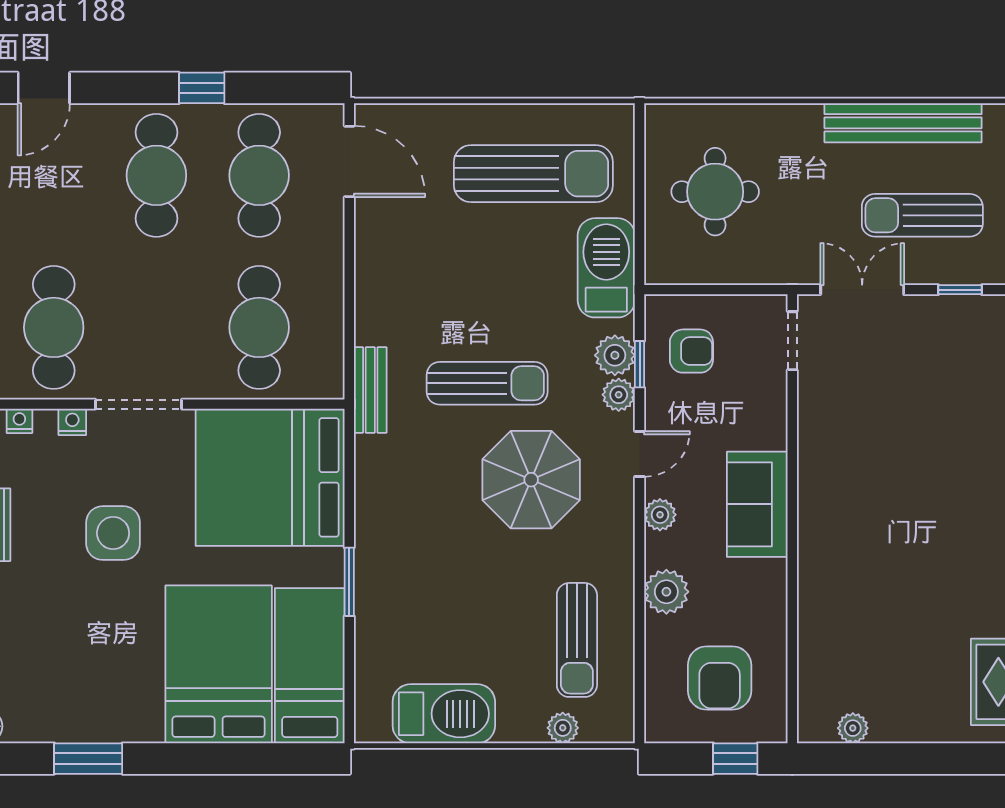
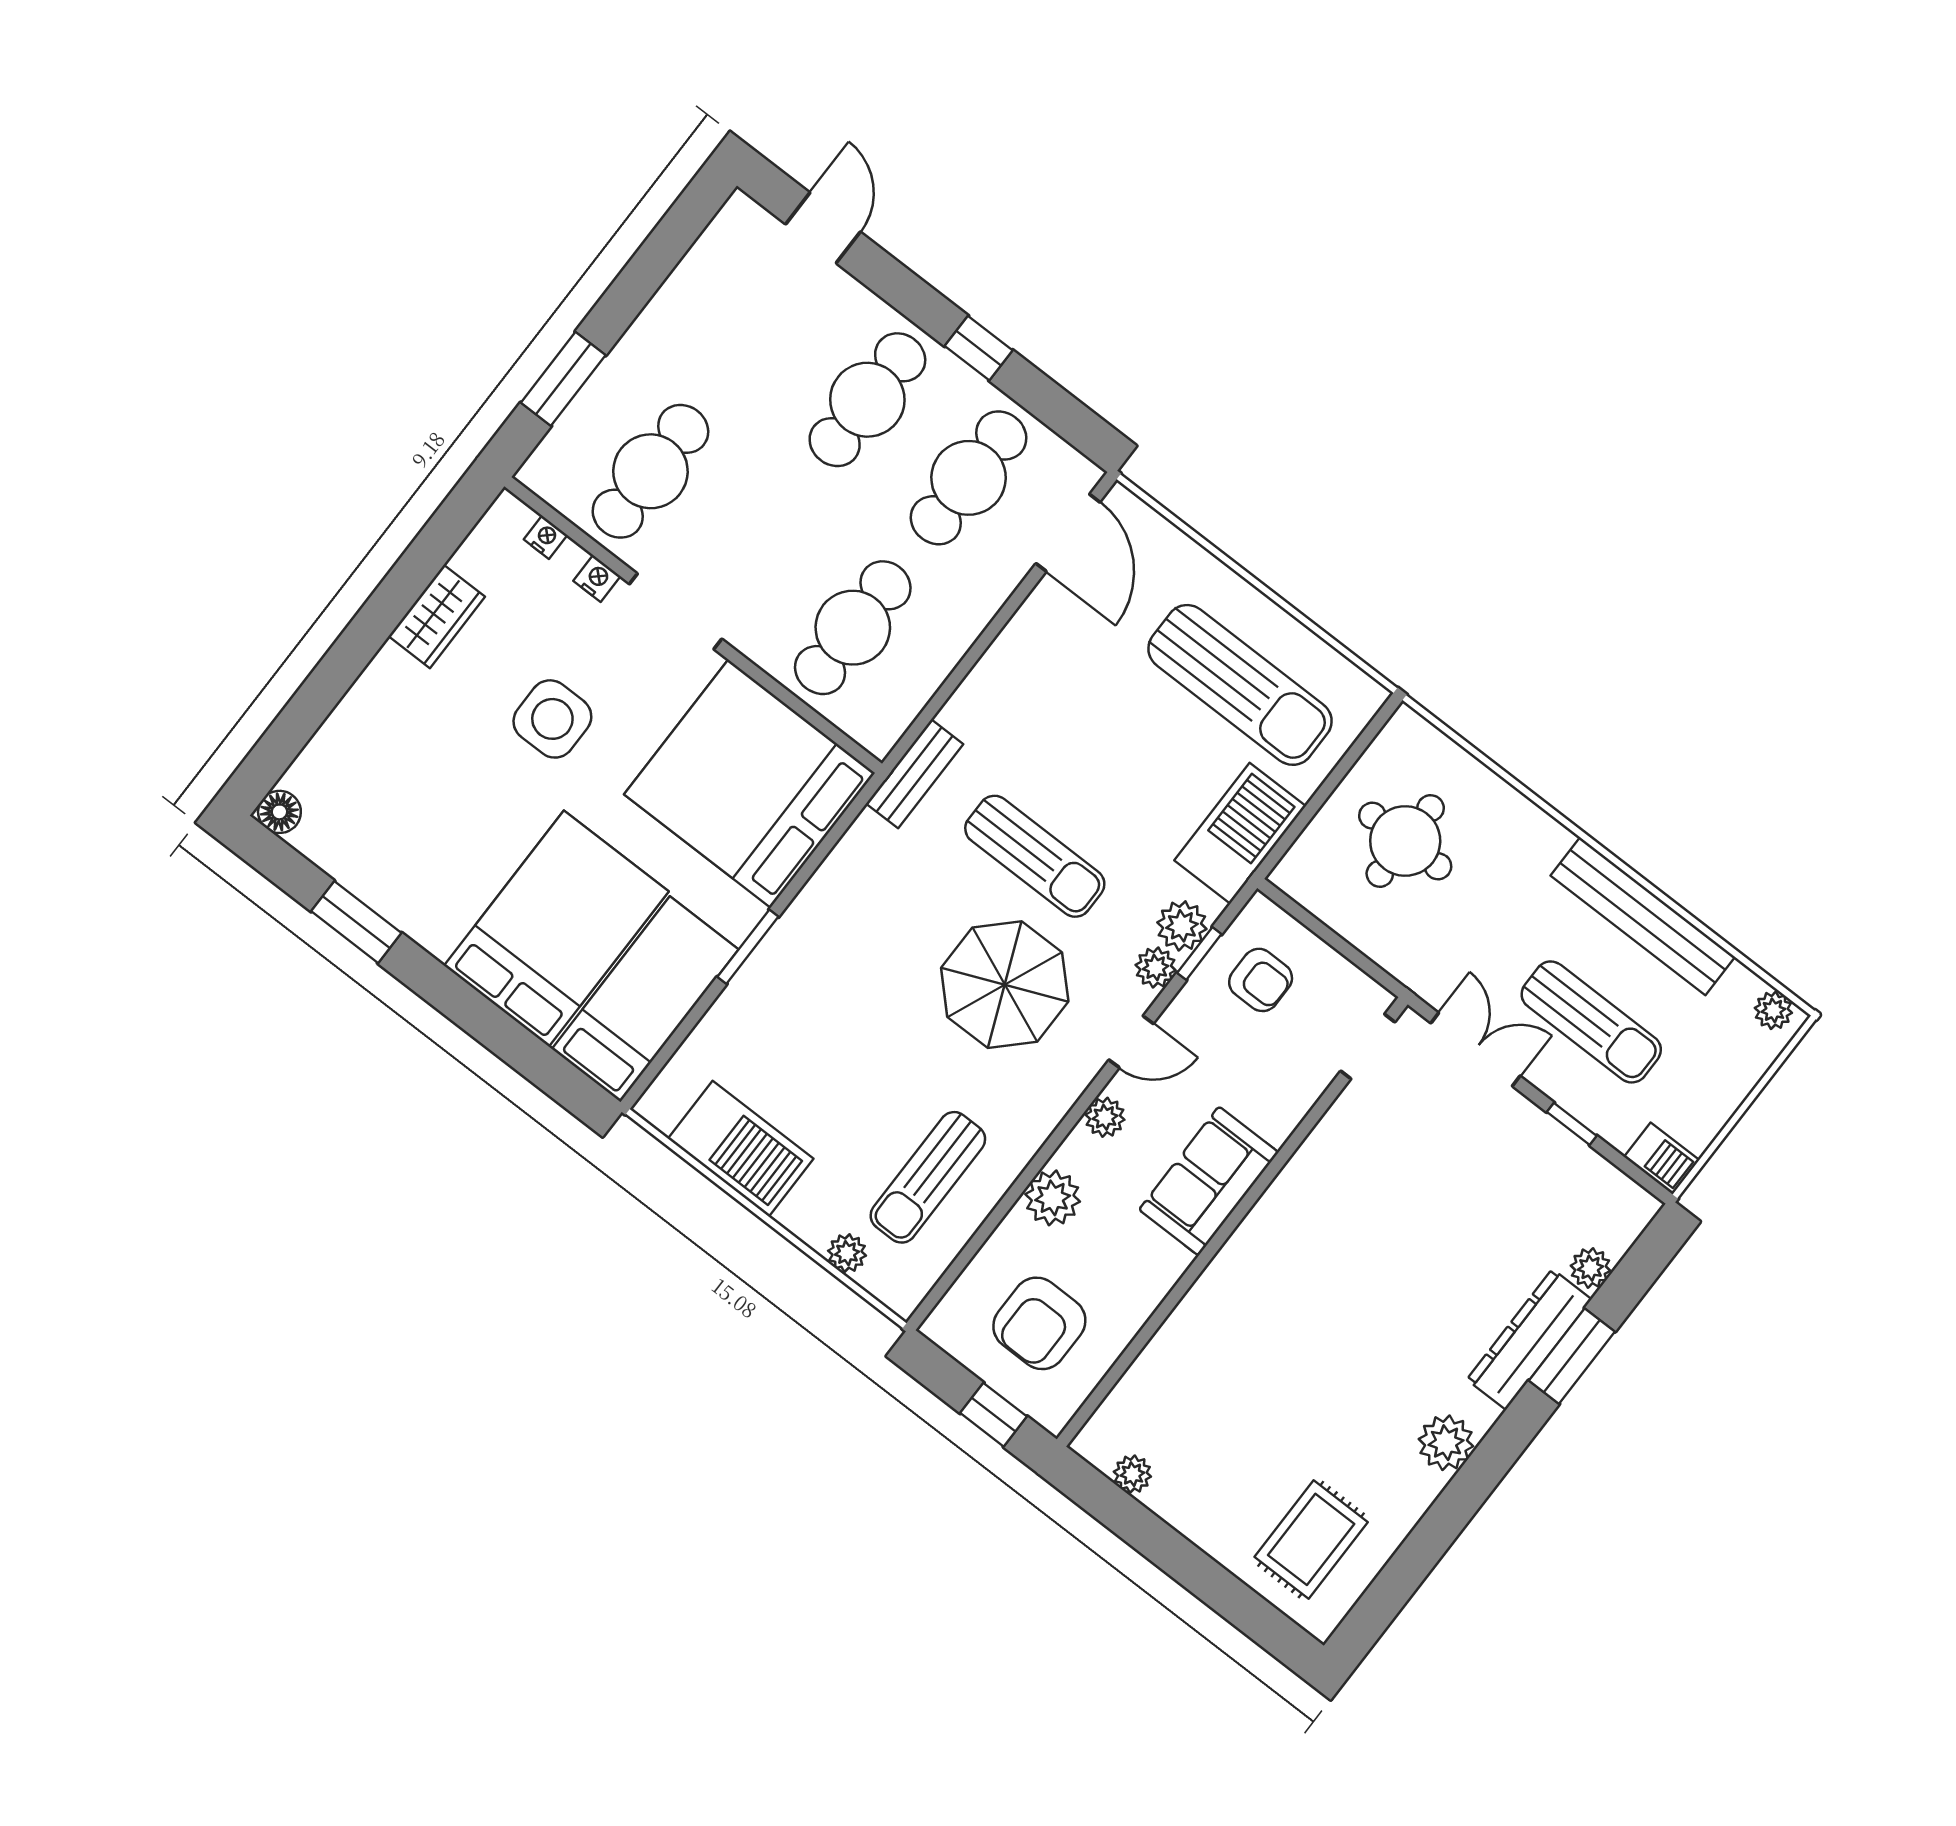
door: (44, 88) -> (823, 228), swing flipped
sun lounger: (922, 215) -> (1591, 1022), turned 180

